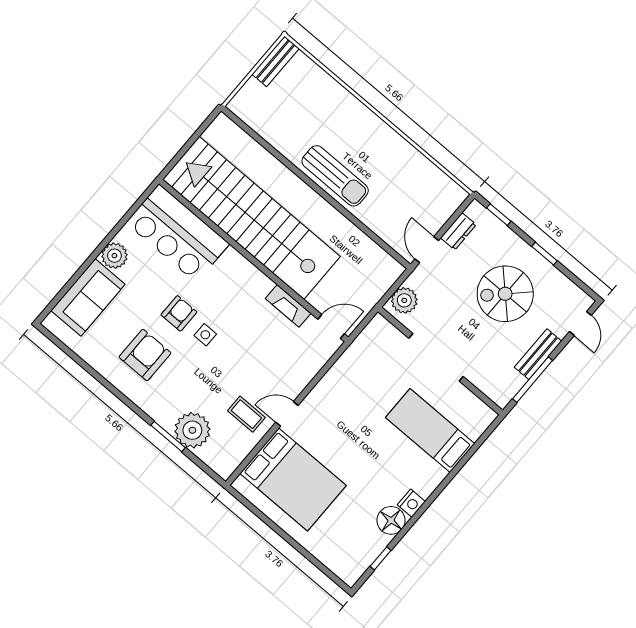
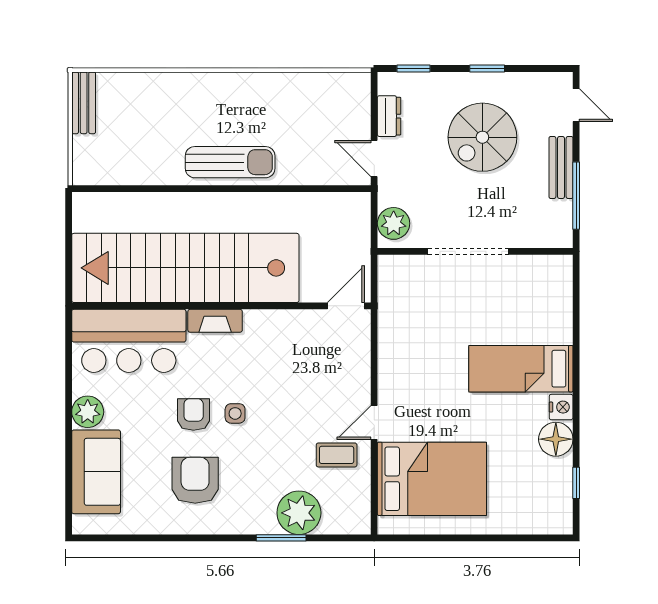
fireplace: (288, 306) -> (215, 321), moved
bed: (430, 431) -> (521, 369), moved

